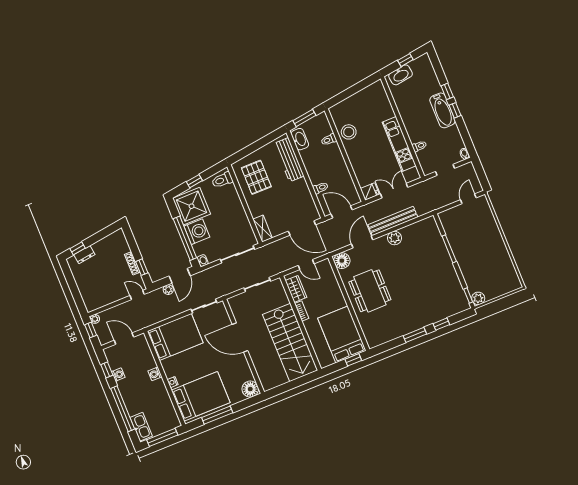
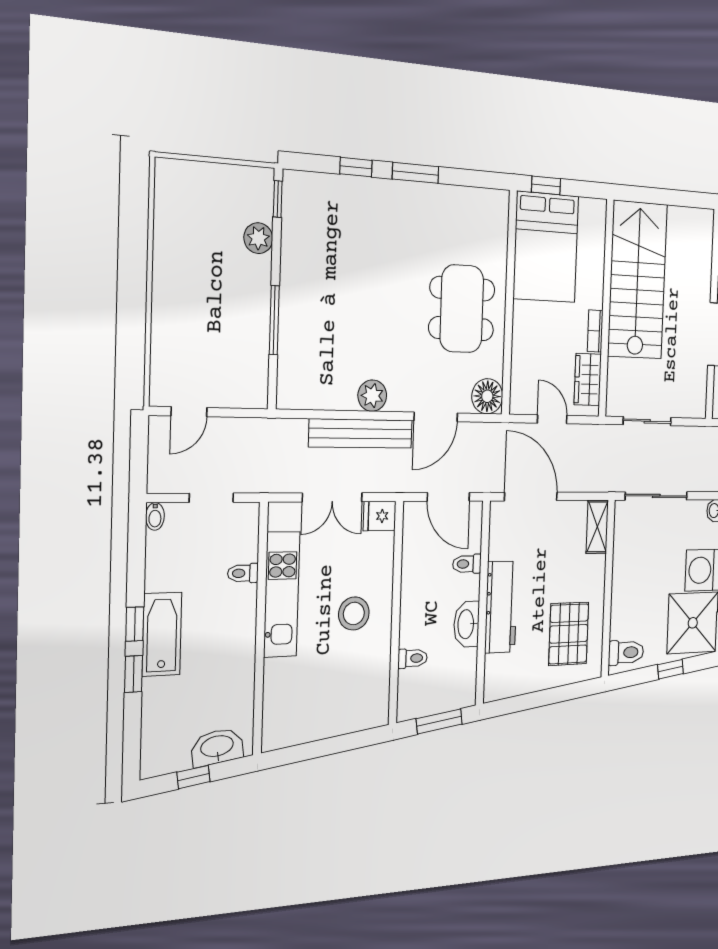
stool: (349, 132) -> (354, 613), moved
washbasin: (300, 139) -> (466, 624), moved
workbench: (289, 160) -> (501, 607), moved
plant: (478, 298) -> (258, 238), moved

